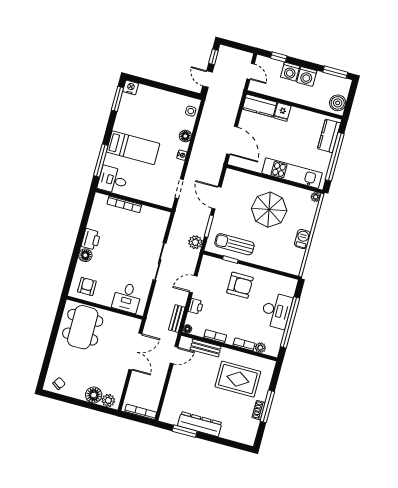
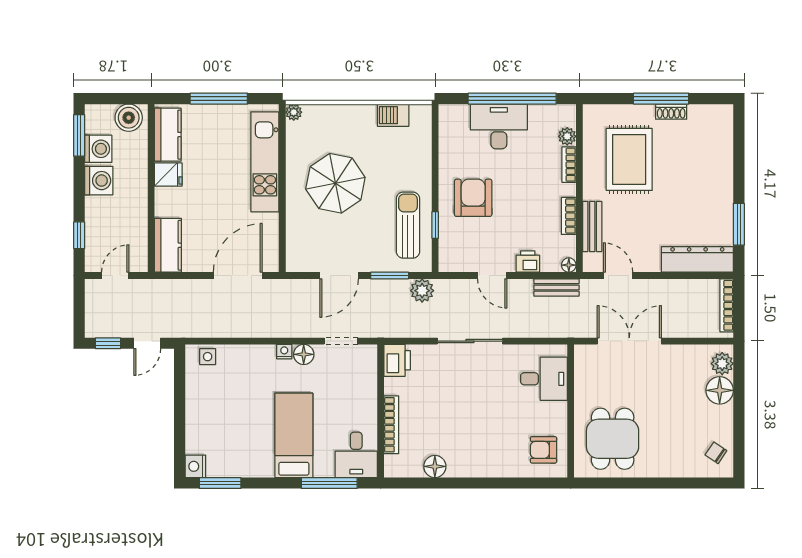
washing machine: (290, 72) -> (98, 149), moved
fridge: (282, 112) -> (168, 175), moved
floor lamp: (185, 136) -> (304, 354), moved
kitchen counter: (329, 136) -> (168, 135), moved, turned -90
window: (335, 157) -> (219, 99), width x0.68
printer: (91, 239) -> (397, 360), moved, turned 90
barbecue: (302, 239) -> (393, 115), moved
sun lounger: (234, 244) -> (408, 225), turned 180
floor lamp: (85, 255) -> (435, 466), moved
dining table: (83, 327) -> (613, 439), width x0.73
dresser: (200, 424) -> (697, 259), moved, turned 90

